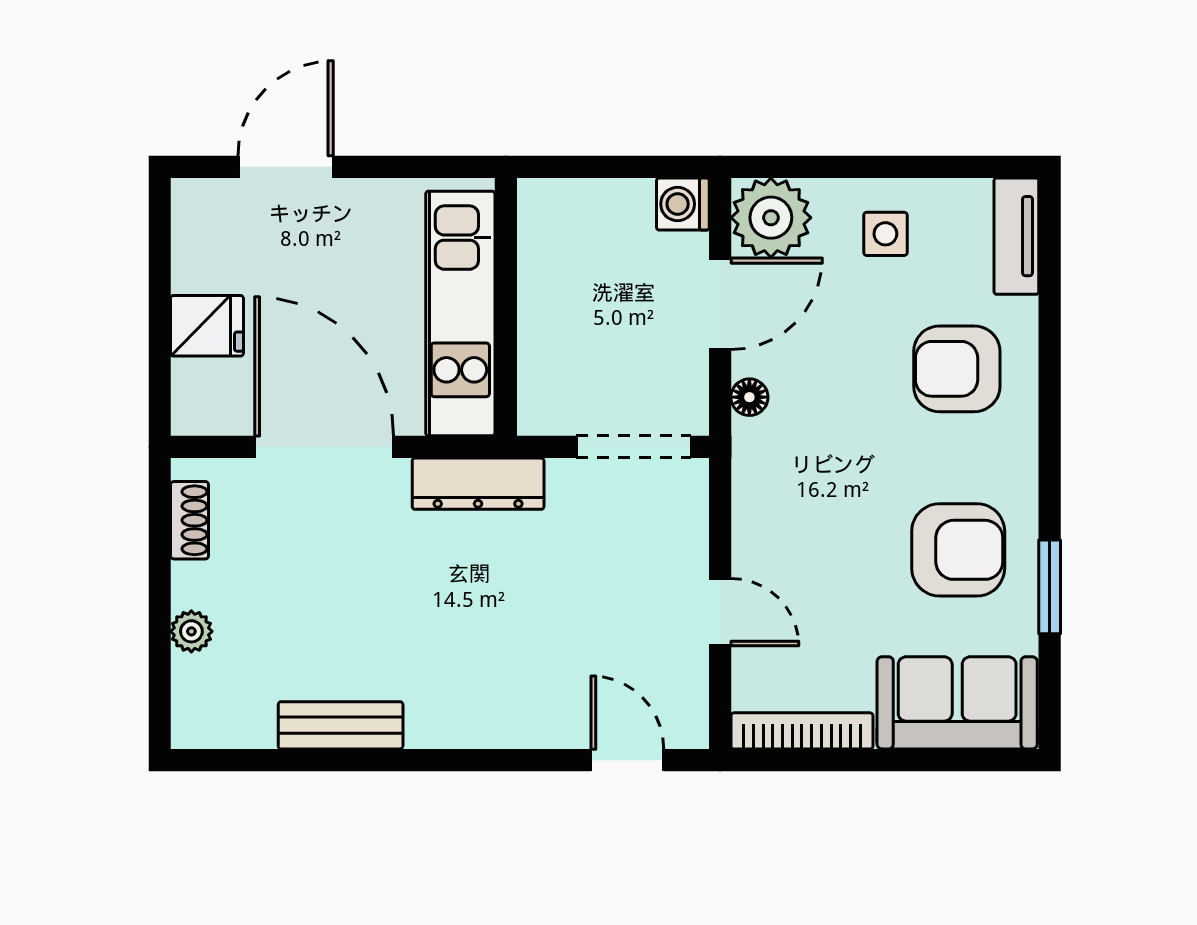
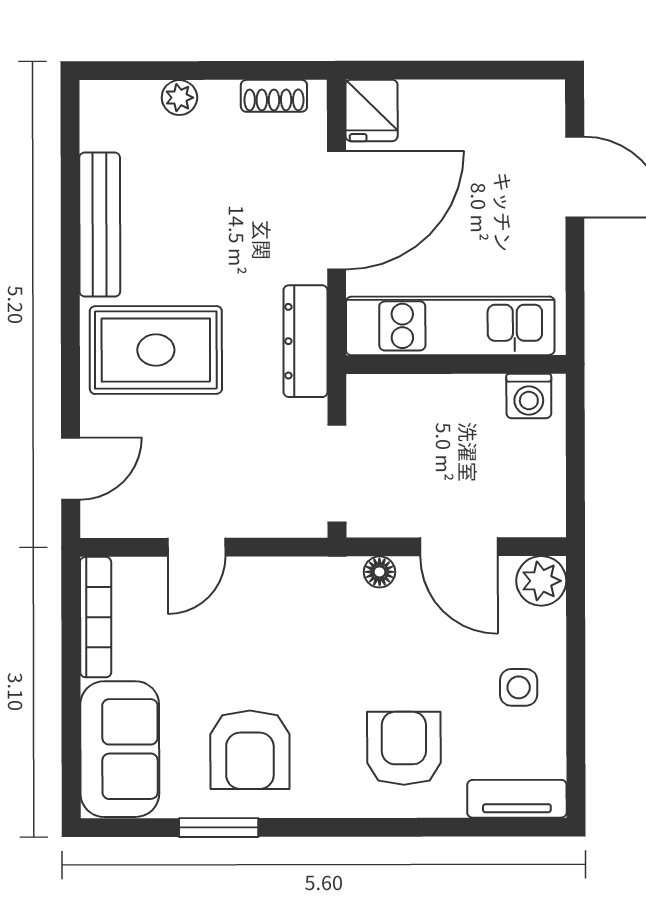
washing machine: (683, 204) -> (529, 396), moved, turned 180
plant: (771, 218) -> (541, 581), width x0.73, depth x0.73
fridge: (207, 326) -> (372, 110), moved
rug: (488, 660) -> (156, 350), added
bench: (341, 725) -> (100, 225), width x1.36

